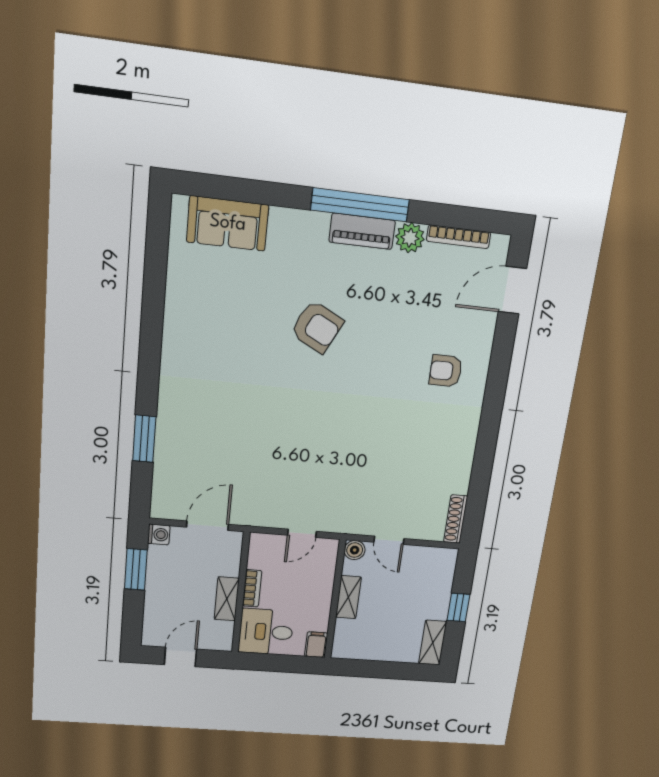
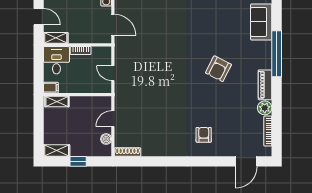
window: (360, 205) -> (277, 54), moved
door: (512, 290) -> (246, 161), swing flipped
boiler: (355, 550) -> (106, 139), moved
shelving: (348, 597) -> (57, 101), moved
shelving: (227, 599) -> (56, 38), moved

